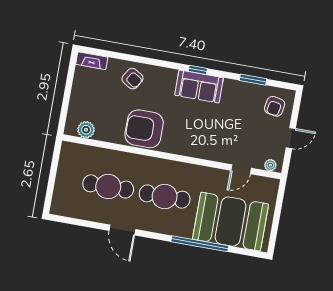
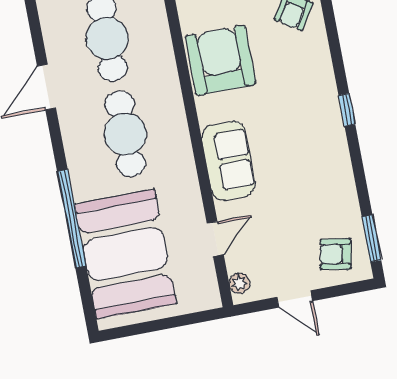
window: (253, 80) -> (371, 239), moved
sofa: (199, 87) -> (228, 161), moved, turned 180
door: (241, 169) -> (215, 239), swing flipped

